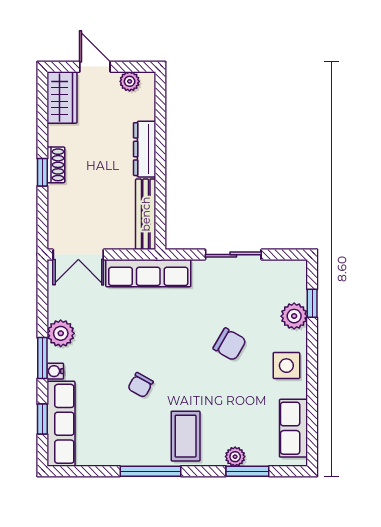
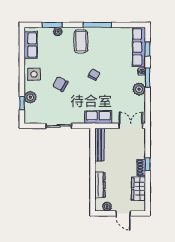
wardrobe: (62, 98) -> (138, 189), moved
dresser: (145, 149) -> (100, 185), moved
row of seats: (148, 273) -> (98, 117), width x0.68
chair: (141, 385) -> (94, 75), moved

